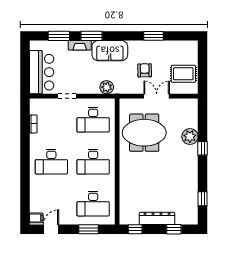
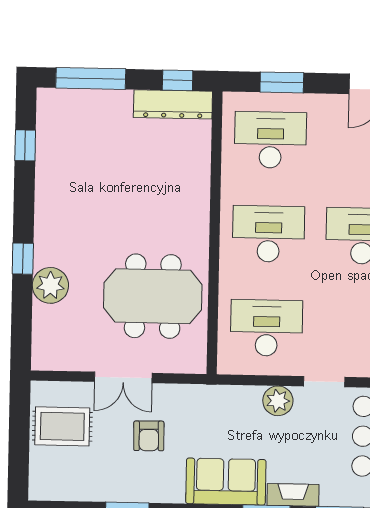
plant: (107, 87) -> (278, 401), moved
dresser: (157, 218) -> (173, 104), moved
window: (174, 229) -> (91, 78), width x2.17

